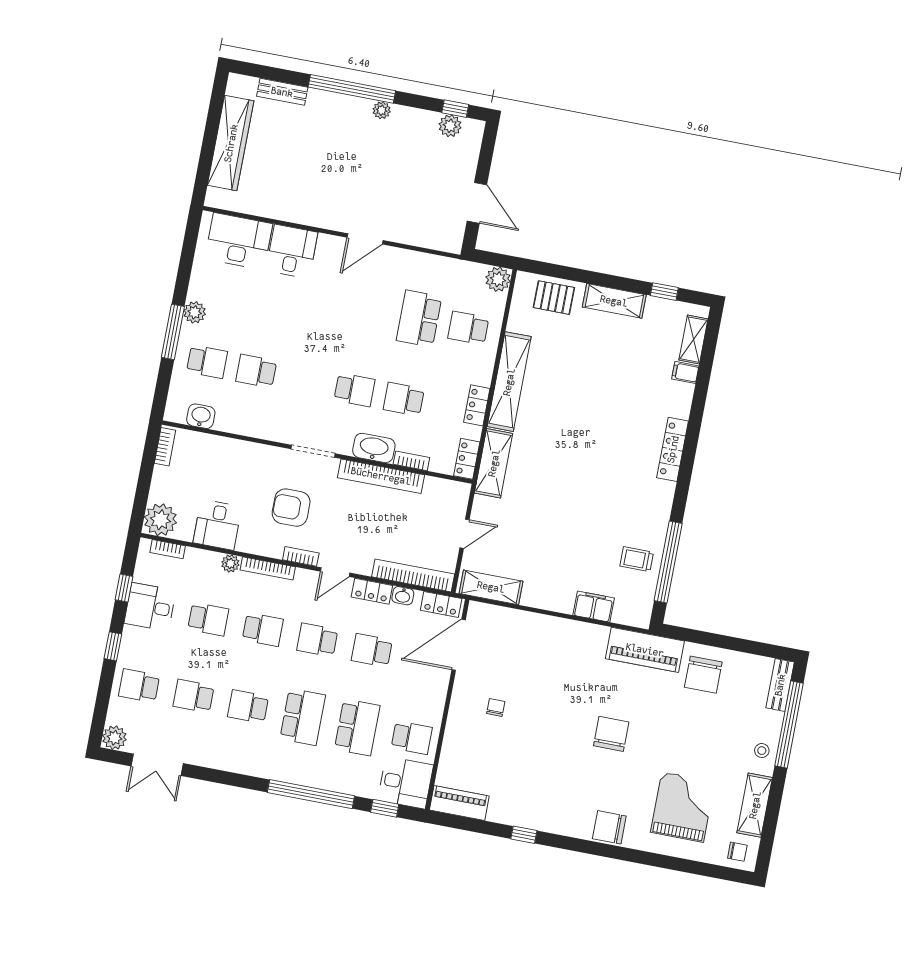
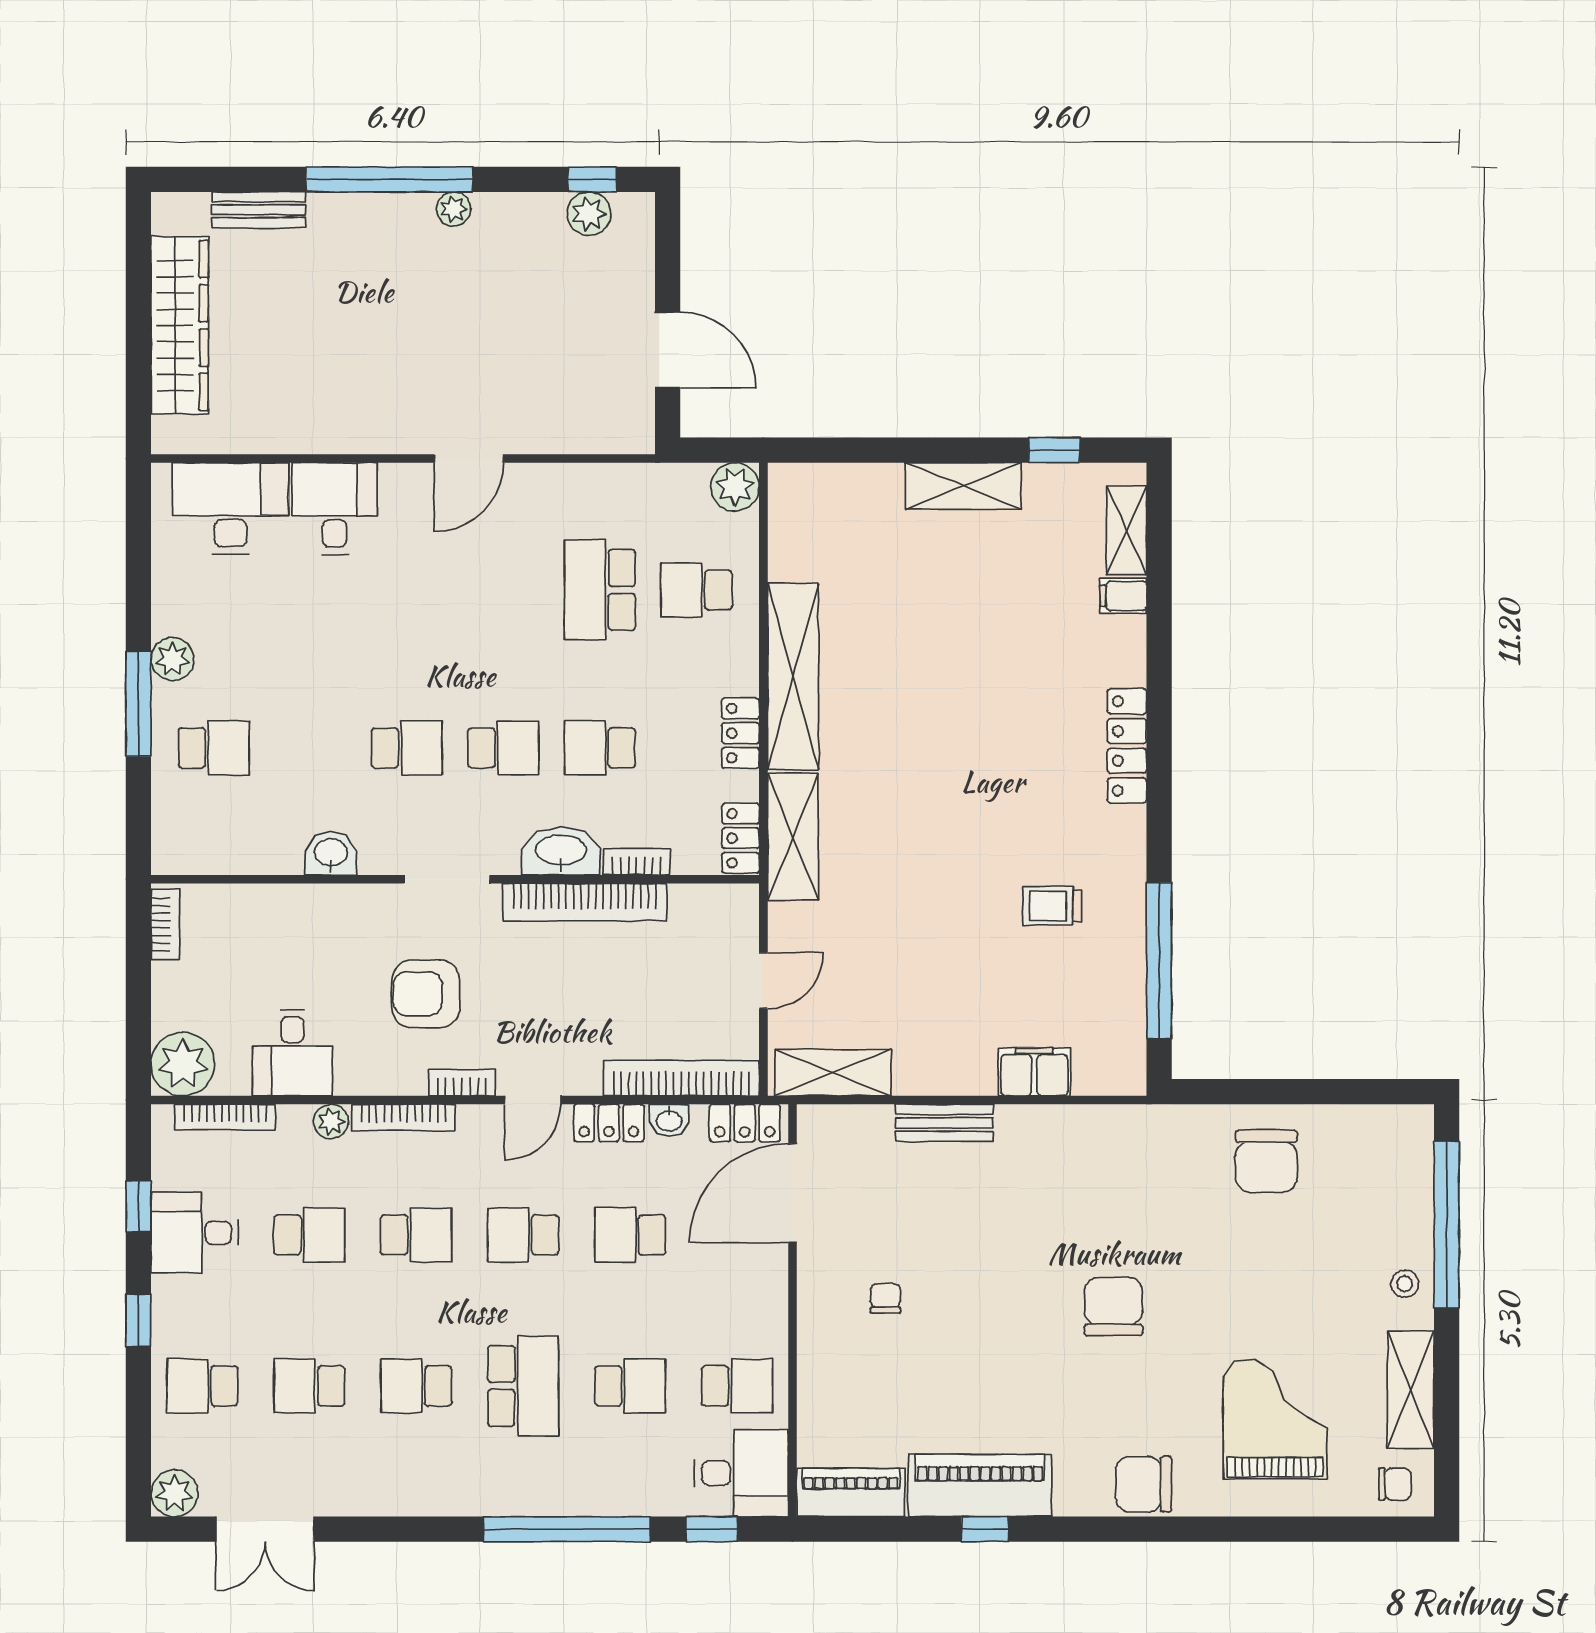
pallet: (554, 298) -> (847, 501), removed
school desk: (256, 371) -> (407, 748), moved, turned 180
washbasin: (201, 416) -> (331, 853), moved
bookcase: (168, 549) -> (225, 1117), width x1.56
trolley: (637, 559) -> (1052, 906), moved
piano: (645, 650) -> (980, 1486), moved, turned 180
bench: (780, 685) -> (944, 1123), moved, turned 90
school desk: (357, 727) -> (630, 1386), width x0.54

